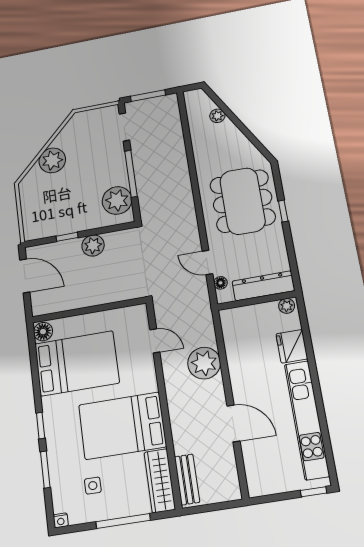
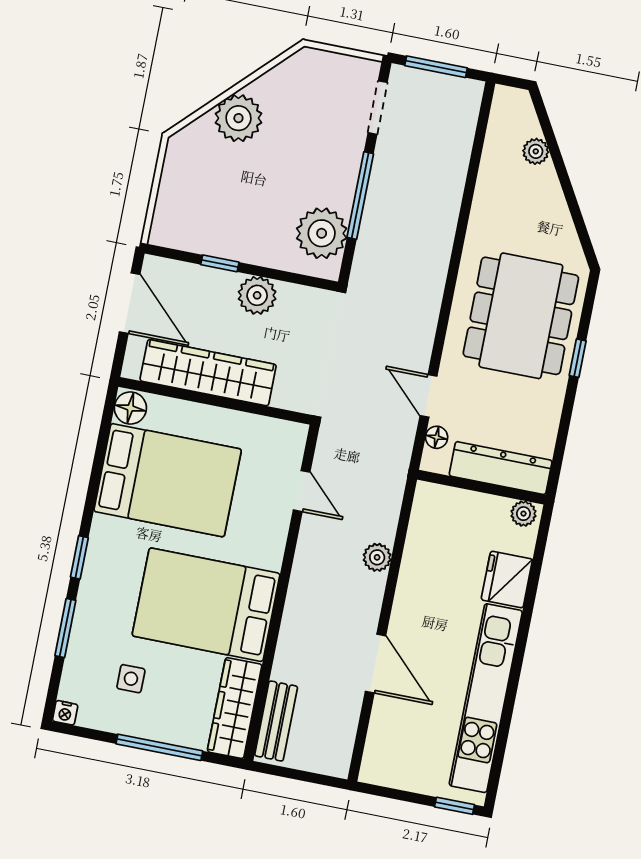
wardrobe: (80, 296) -> (208, 373), added
plant: (204, 363) -> (377, 557), width x0.53, depth x0.53

